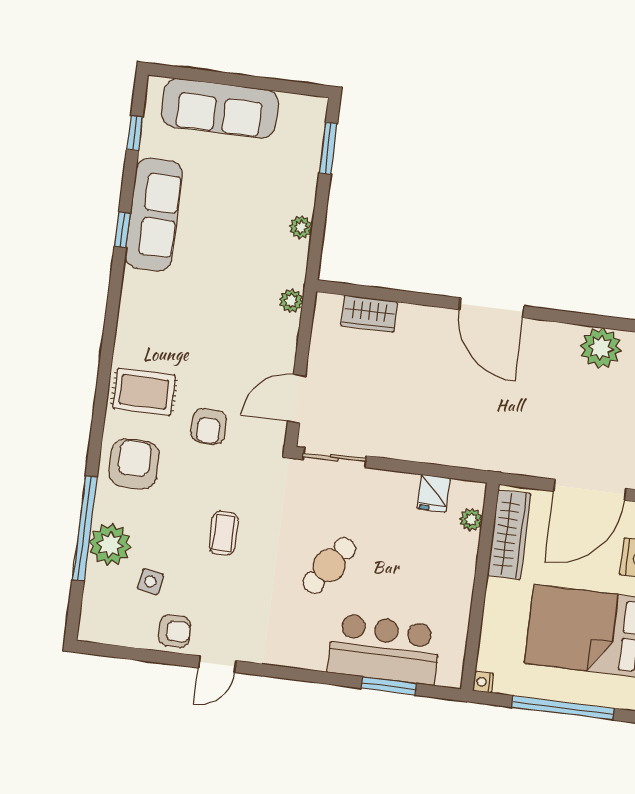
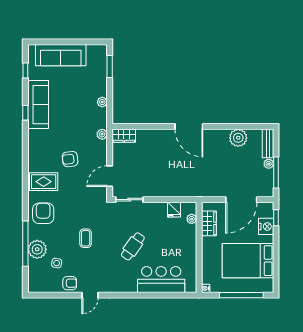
wardrobe: (369, 314) -> (124, 136), moved
armchair: (209, 426) -> (70, 159), moved, turned 83
wardrobe: (509, 535) -> (209, 223), width x0.67
window: (389, 686) -> (165, 295), removed

